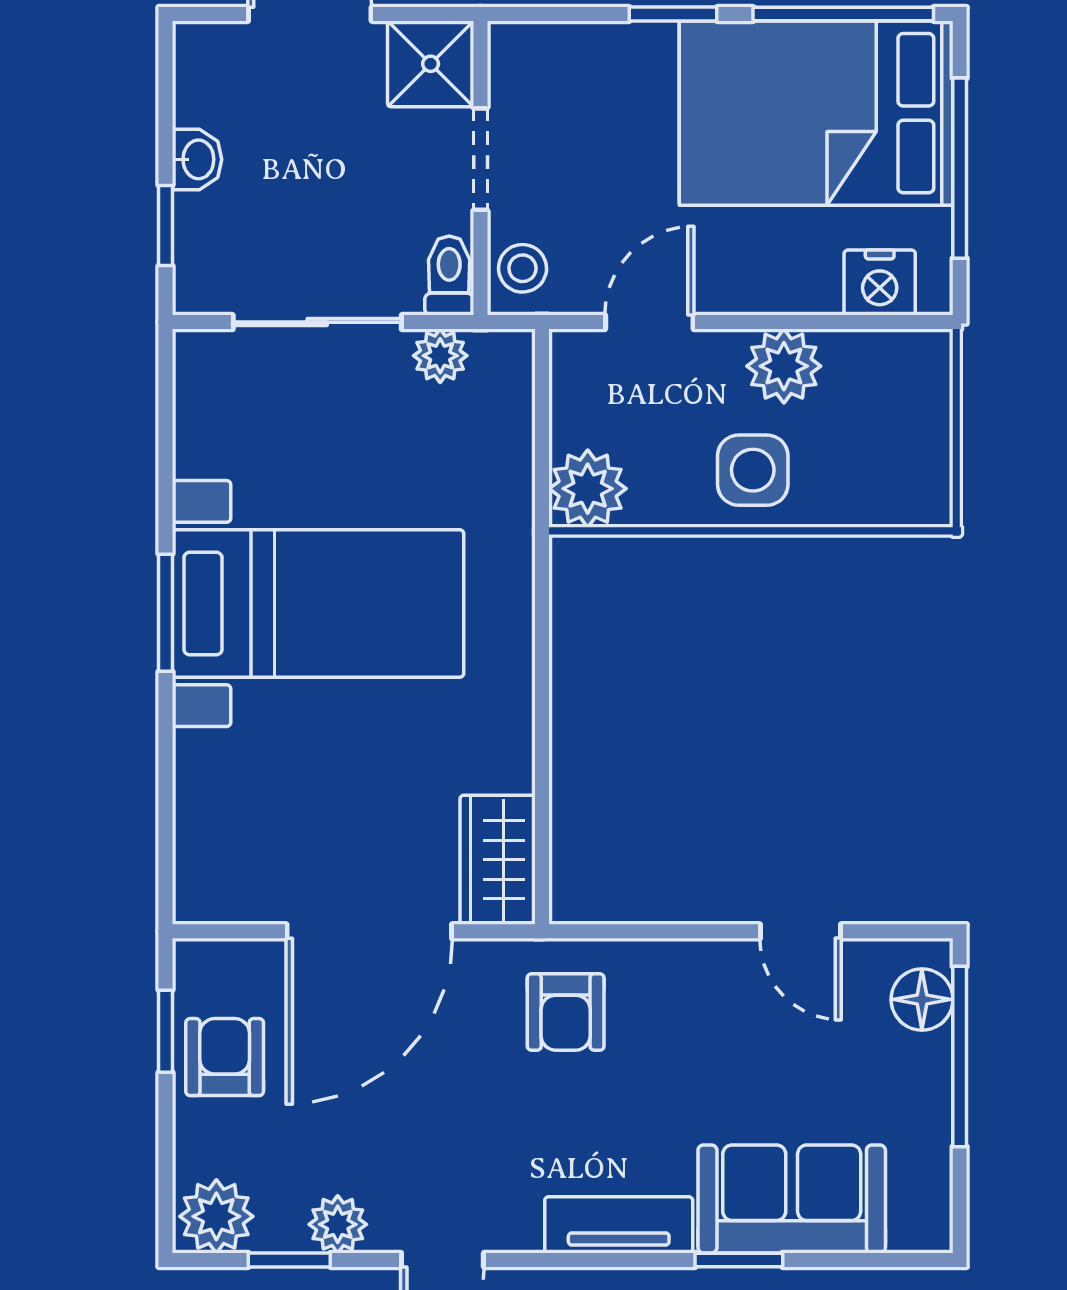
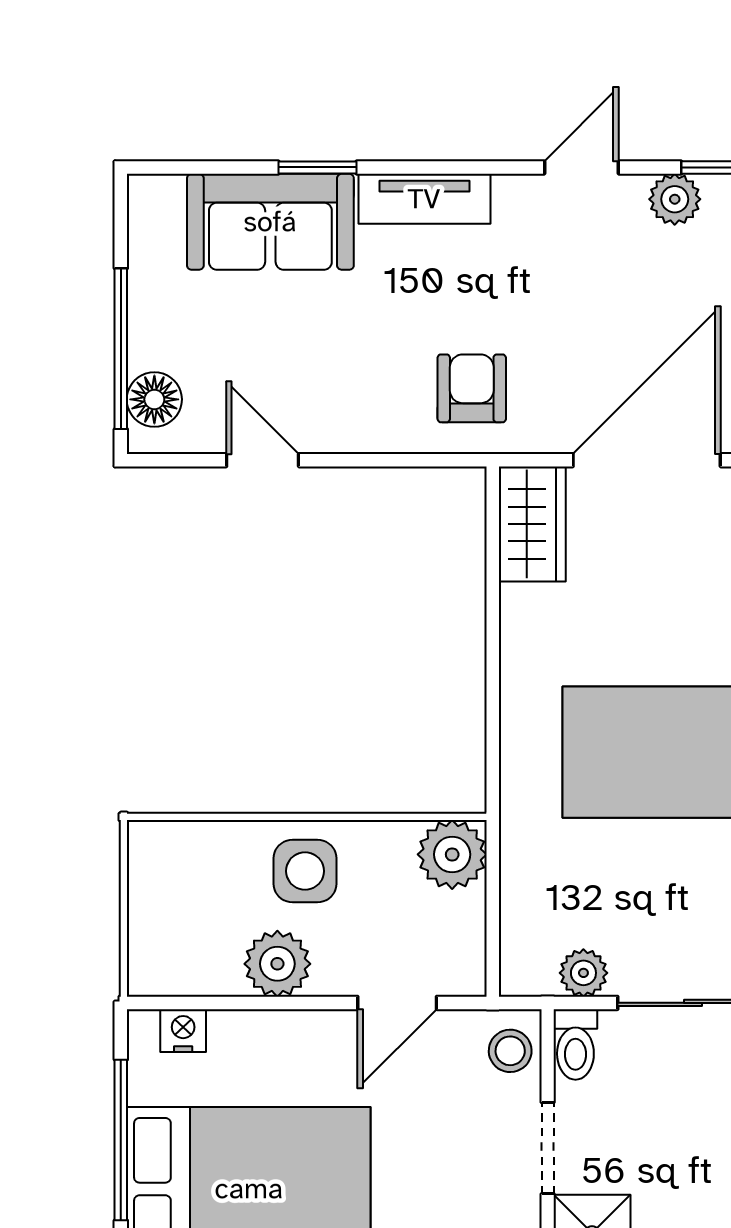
nightstand: (880, 283) -> (183, 1031), width x0.72, depth x0.74

